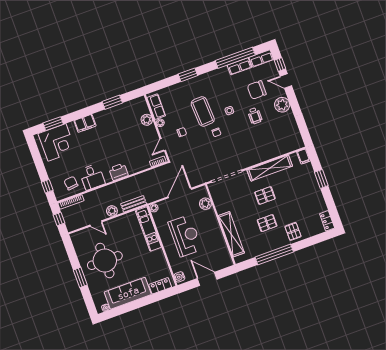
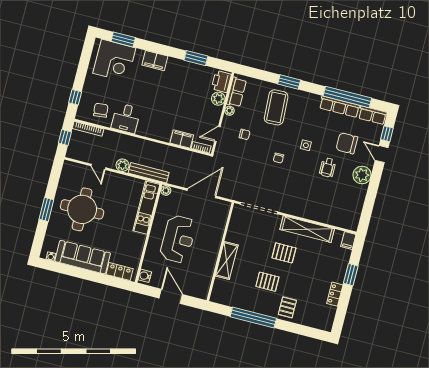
row of seats: (239, 66) -> (340, 107), width x1.48
coffee table: (203, 111) -> (276, 107), moved
filing cabinet: (141, 165) -> (182, 139), added
printer: (119, 172) -> (221, 82), moved, turned -90
bench: (134, 204) -> (149, 173), width x1.36
plant: (205, 204) -> (220, 221), removed
locker: (327, 221) -> (335, 294), moved
shelving: (231, 234) -> (227, 260), width x0.68

